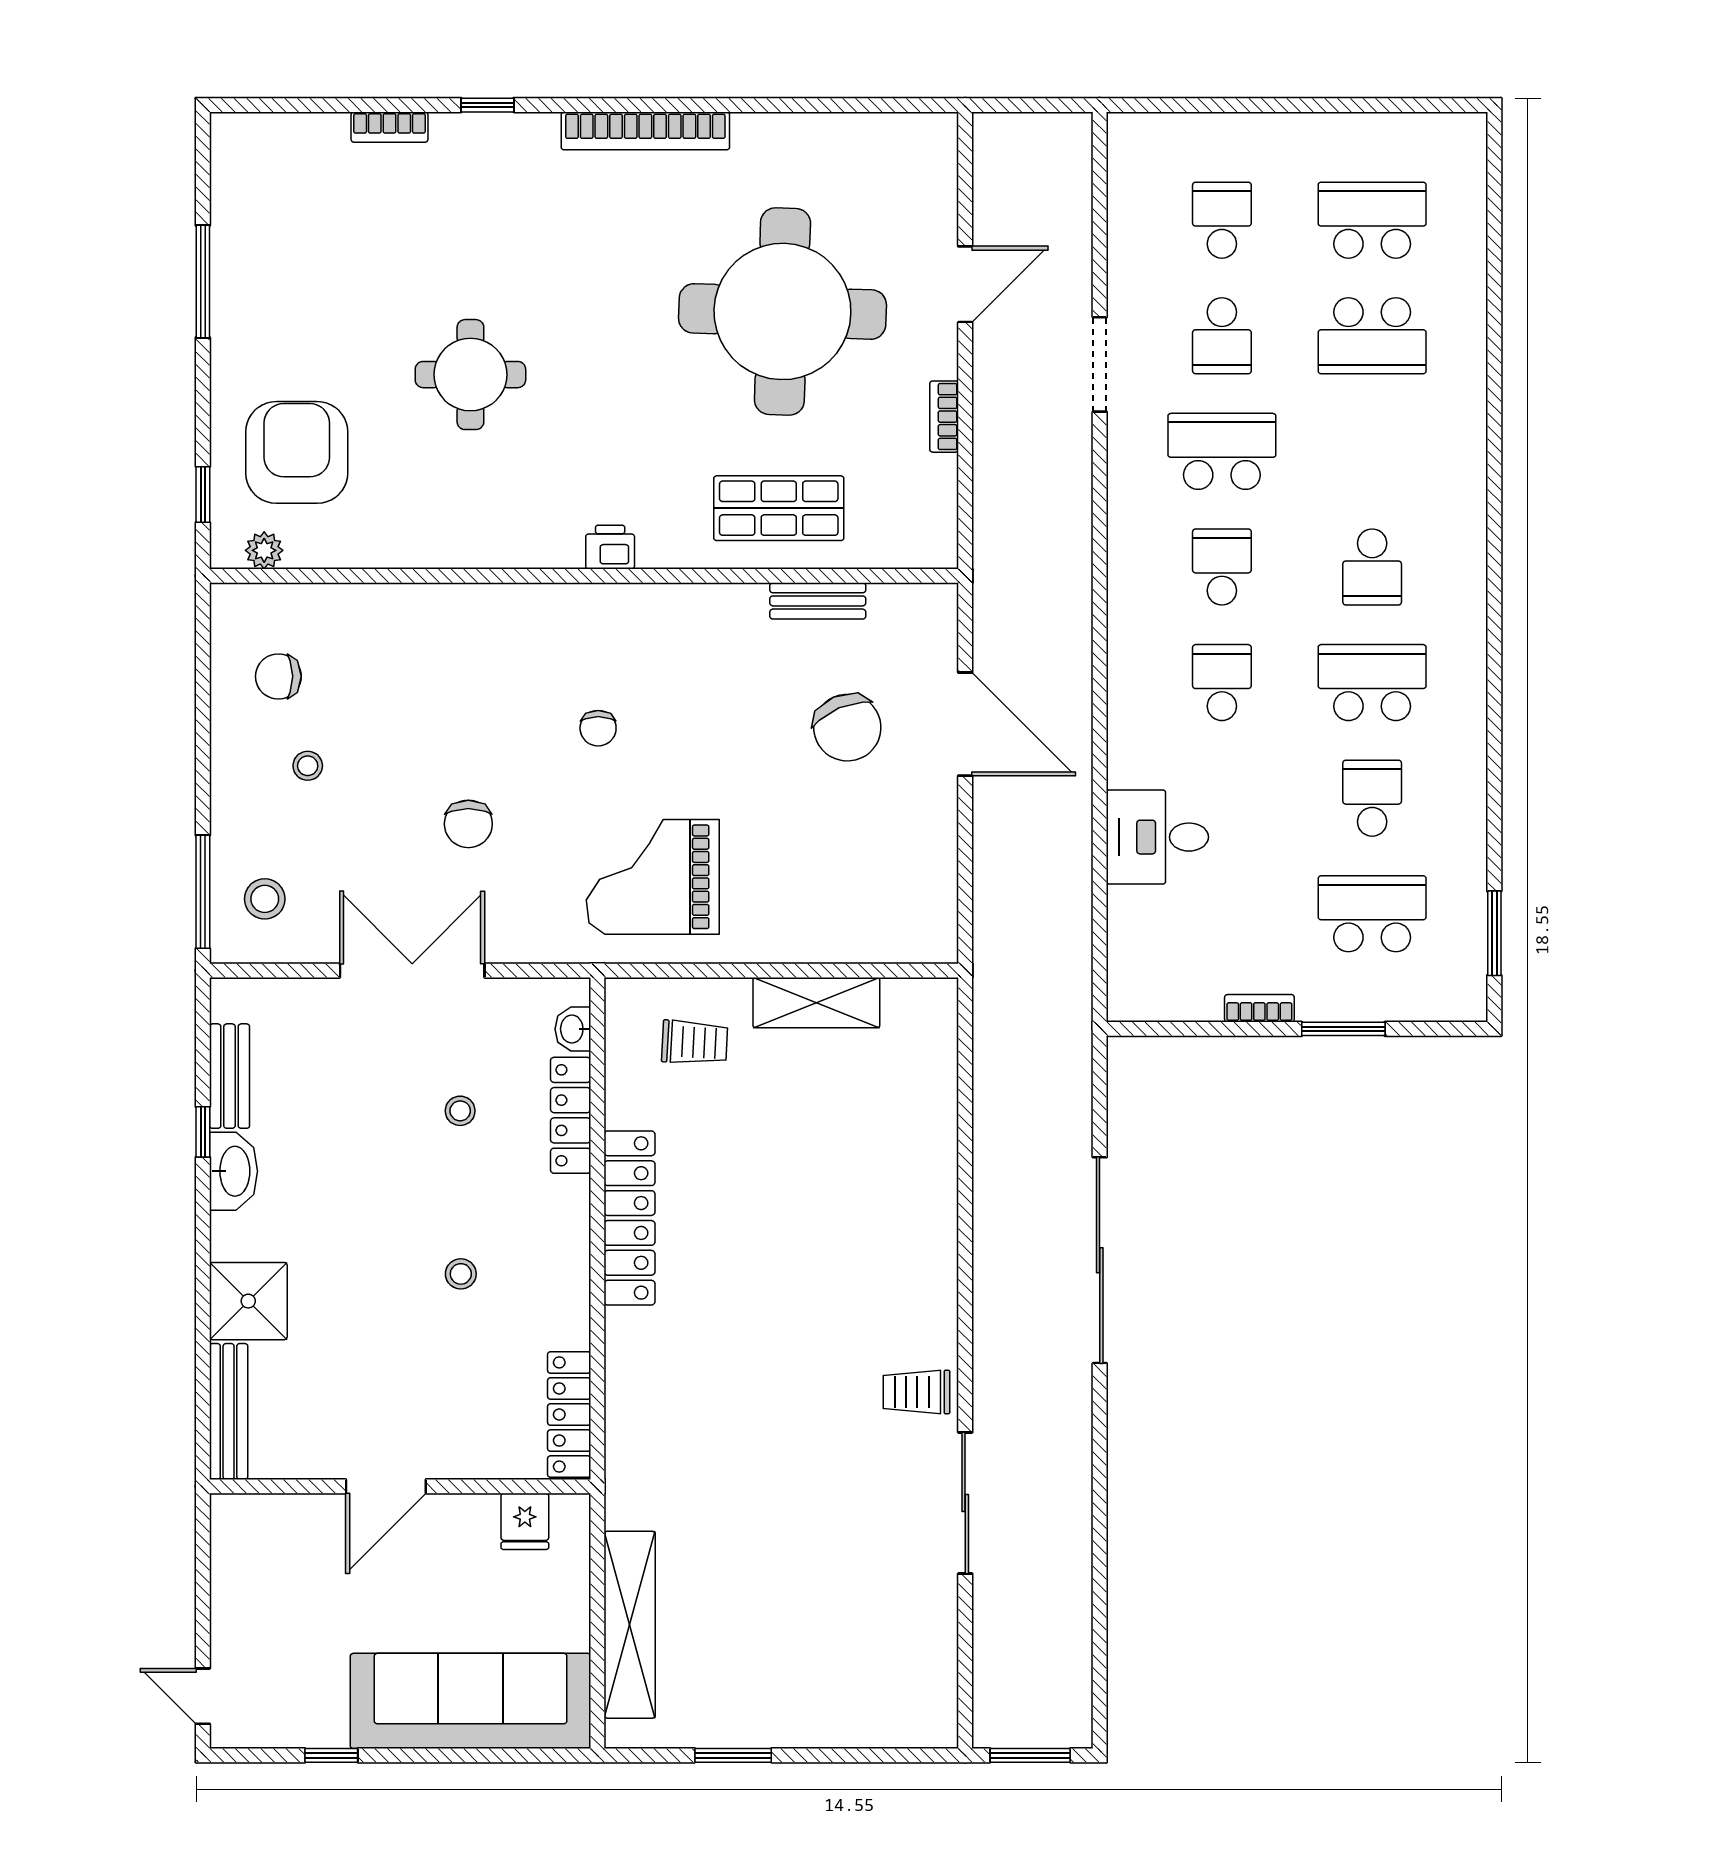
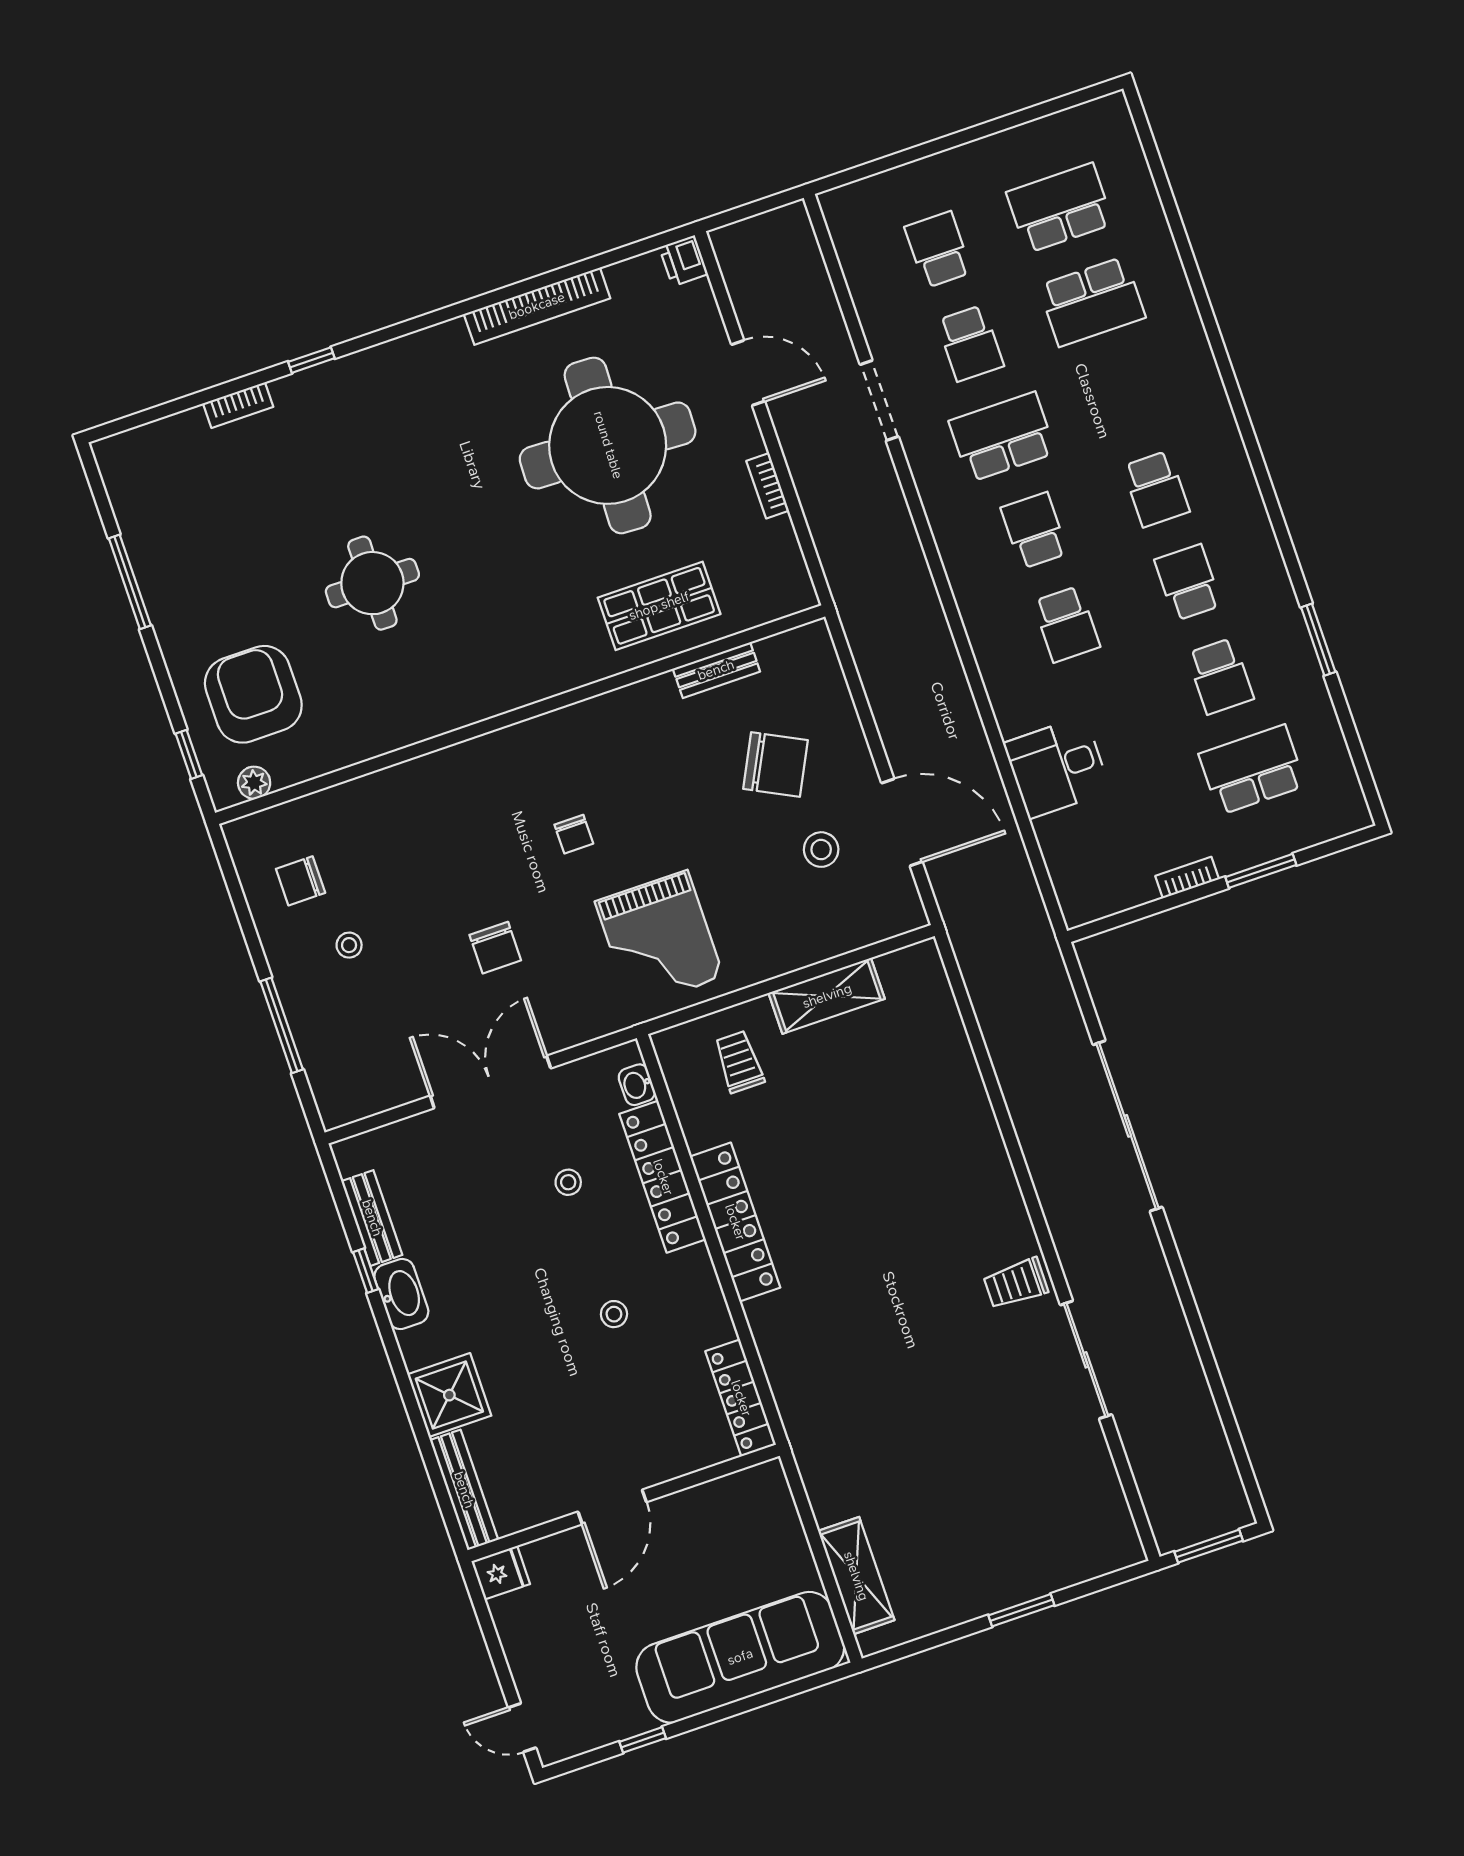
bookcase: (645, 131) -> (537, 306), moved
door: (965, 284) -> (748, 373), hinge flipped
printer: (610, 547) -> (684, 261), moved, turned -90
school desk: (1222, 683) -> (1066, 624), turned 180
school desk: (1372, 683) -> (1188, 582), width x0.54
door: (965, 724) -> (902, 822), moved
chair: (847, 728) -> (776, 765), turned -40
school desk: (1372, 798) -> (1220, 676), turned 180
grand piano: (653, 877) -> (659, 939), turned -90
window: (203, 892) -> (282, 1025), moved
stool: (265, 899) -> (821, 850), moved
window: (1494, 933) -> (1318, 640), moved
trolley: (695, 1042) -> (739, 1062), turned -93
locker: (571, 1115) -> (663, 1177), width x1.41, depth x1.21
fridge: (525, 1521) -> (501, 1573), moved, turned -90
shelving: (630, 1625) -> (856, 1576), width x0.68
window: (733, 1755) -> (1021, 1610), moved

